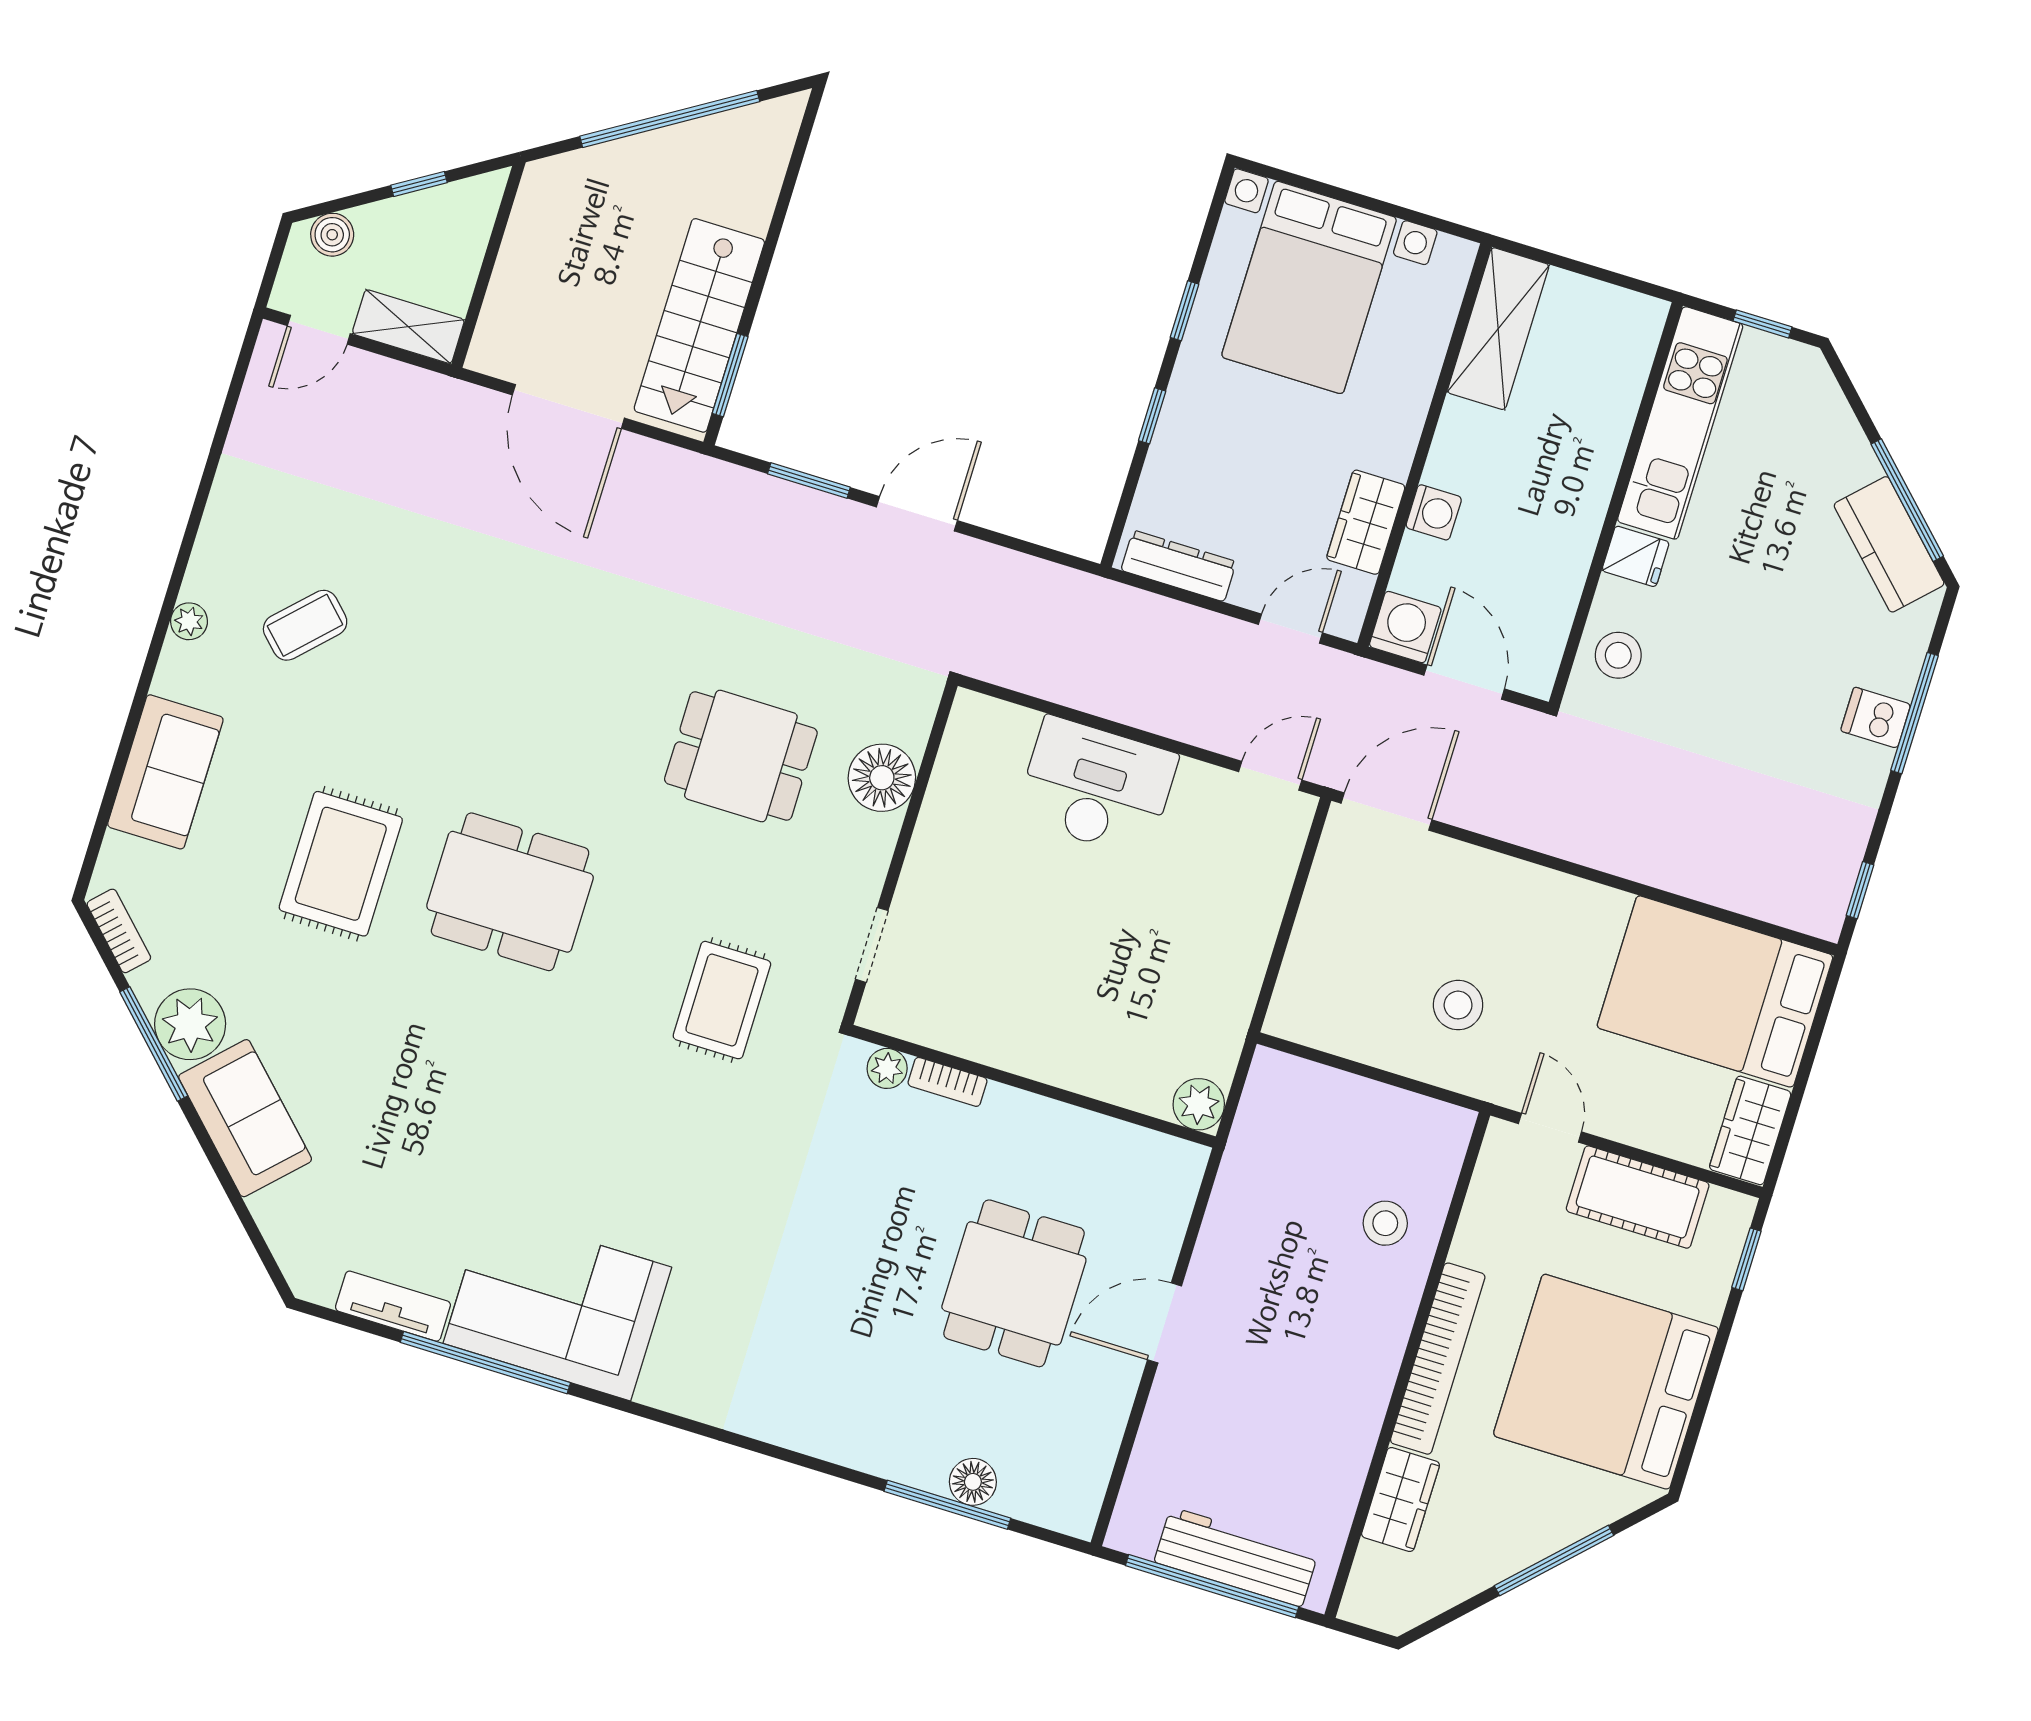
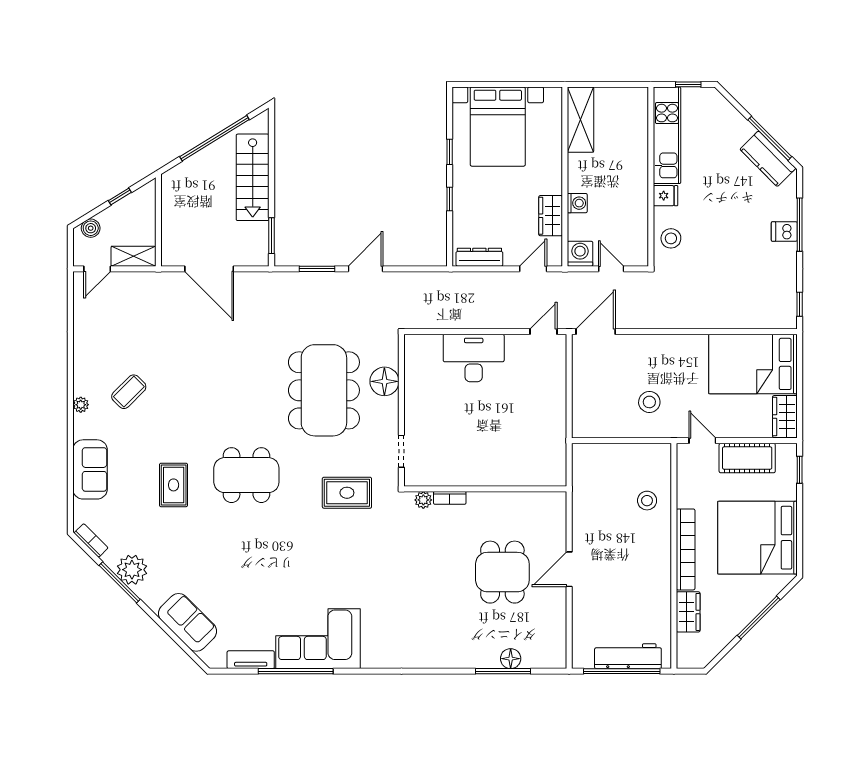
stairs: (699, 325) -> (253, 177), moved
door: (1464, 682) -> (611, 269), width x0.73
dining table: (741, 756) -> (324, 390), width x1.88, depth x1.24
rug: (341, 864) -> (174, 485), width x0.73, depth x0.70
rug: (722, 1000) -> (347, 493), turned 90
plant: (1199, 1104) -> (556, 475), removed
sofa: (245, 1118) -> (187, 622), moved

